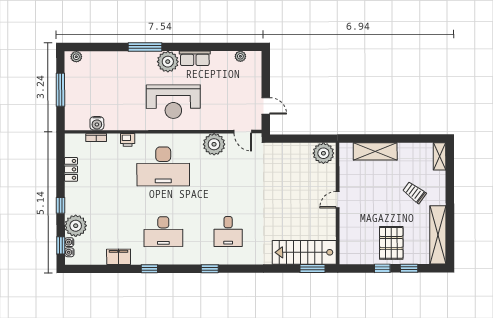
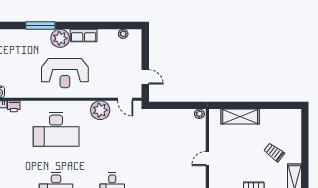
printer: (128, 140) -> (14, 106), moved
plant: (323, 153) -> (199, 114), width x0.53, depth x0.53
shelving: (440, 156) -> (296, 121), removed

